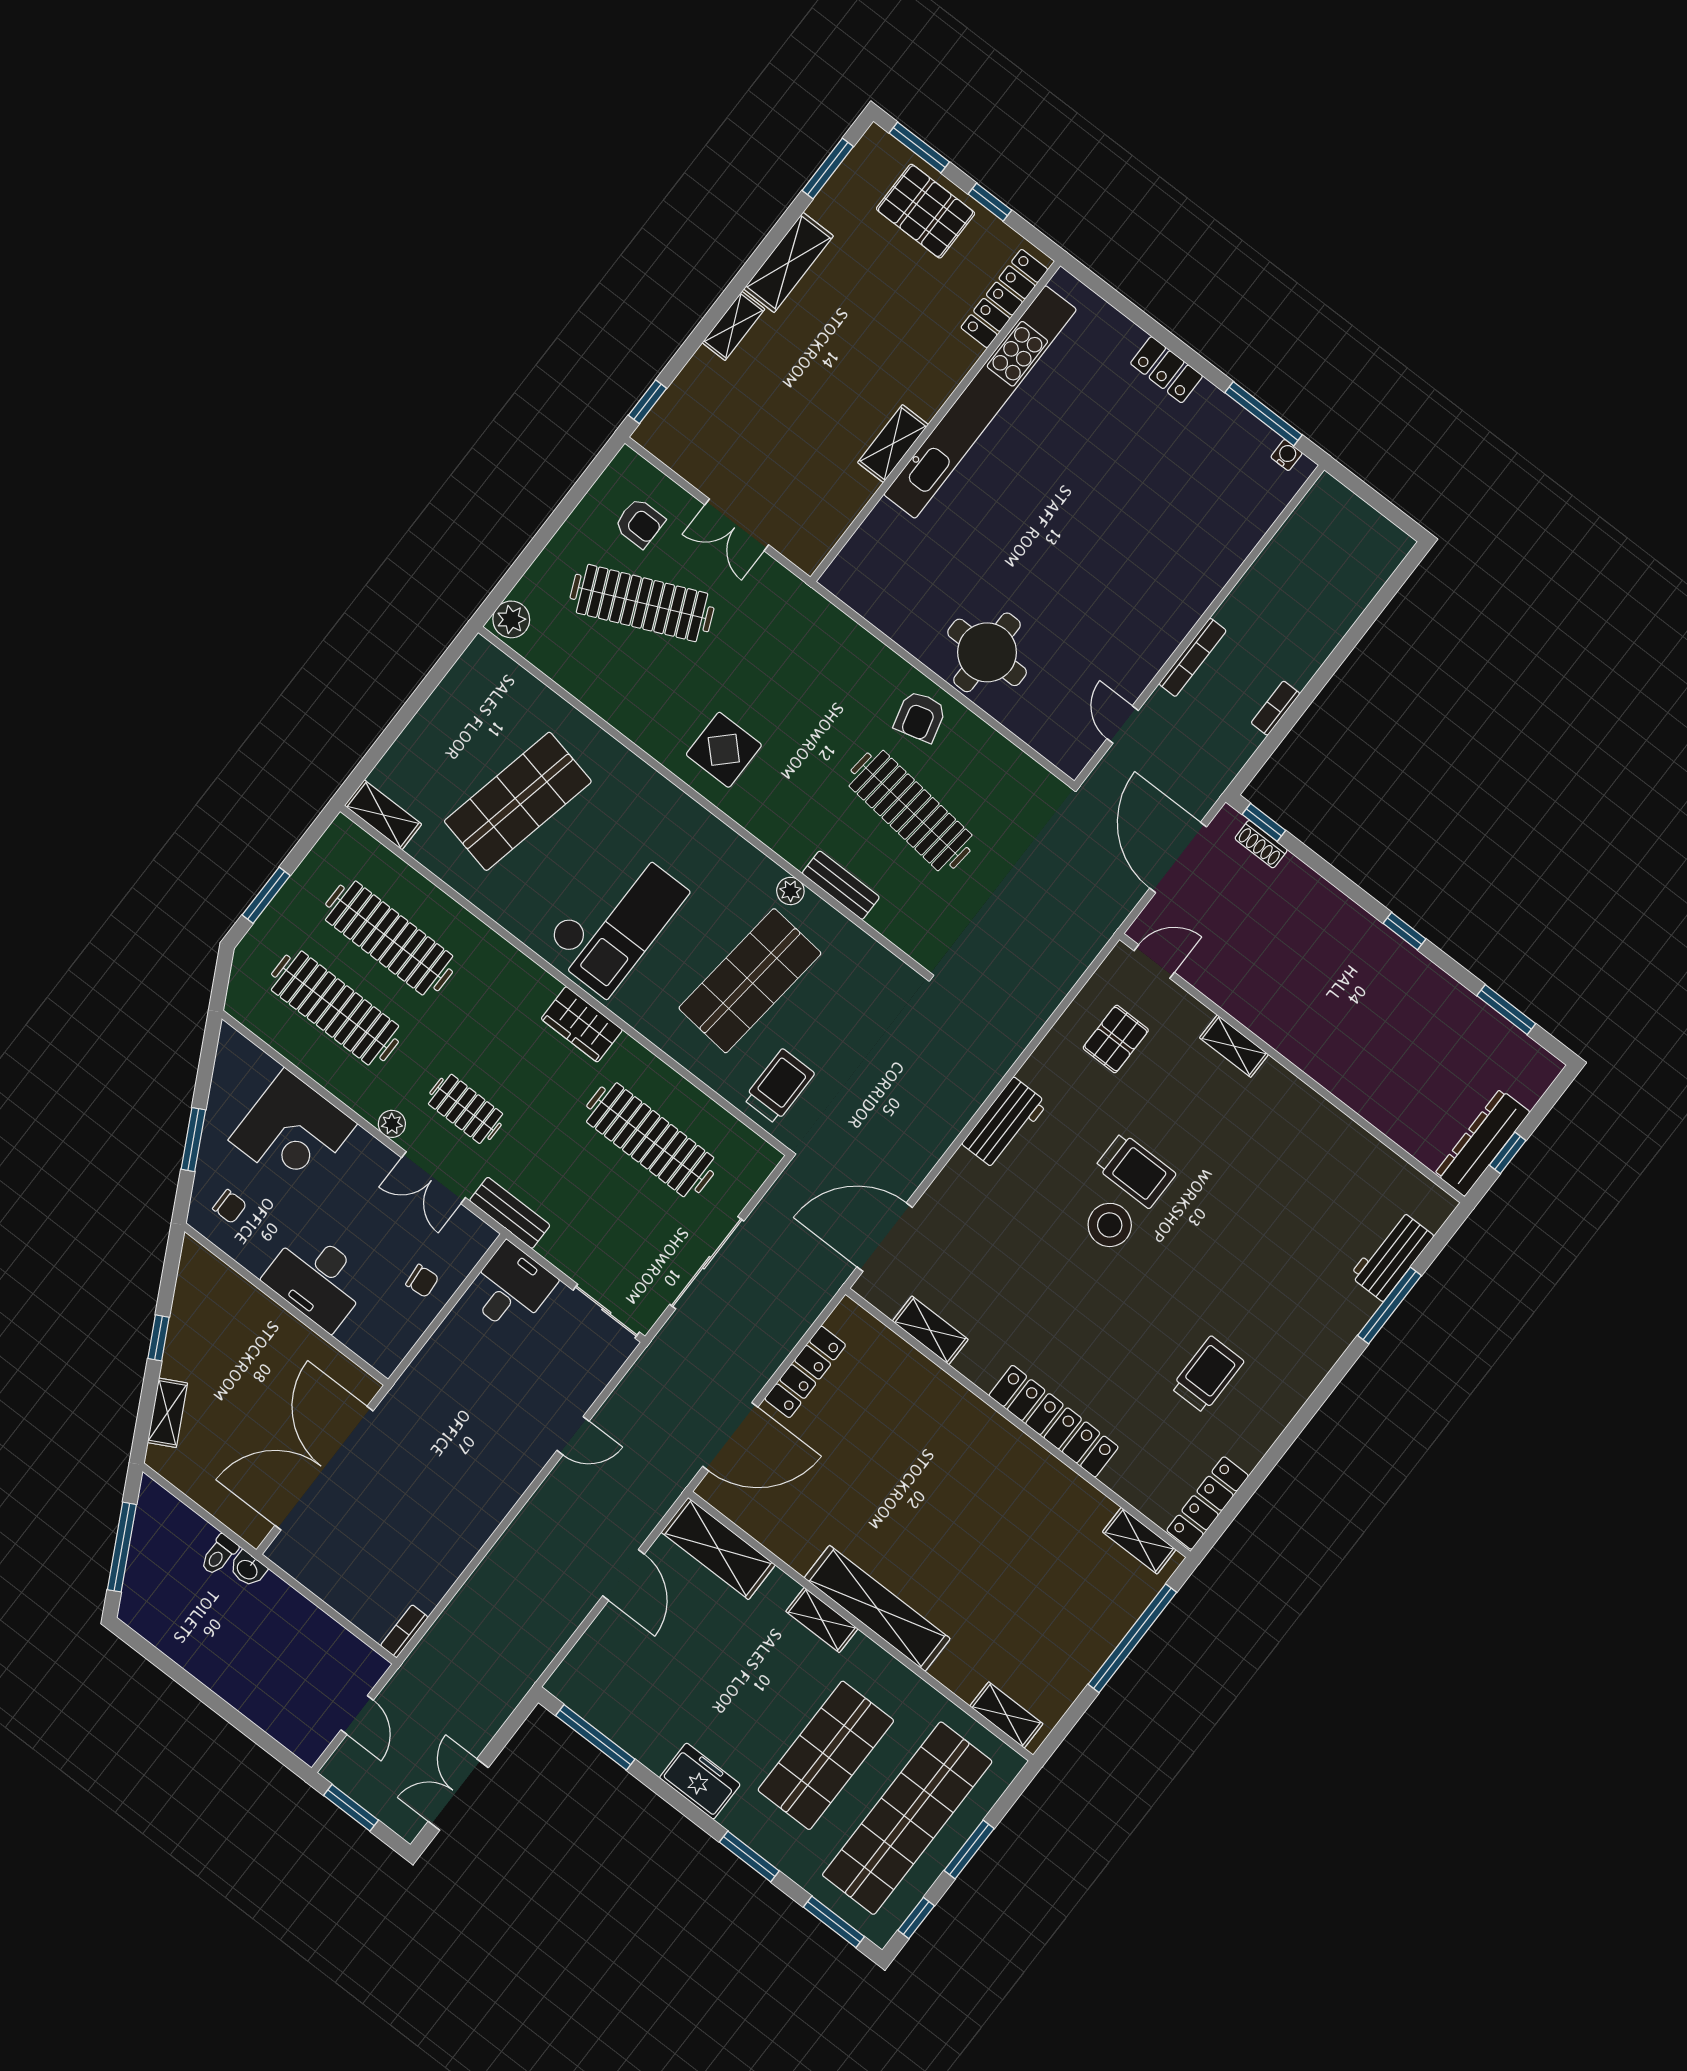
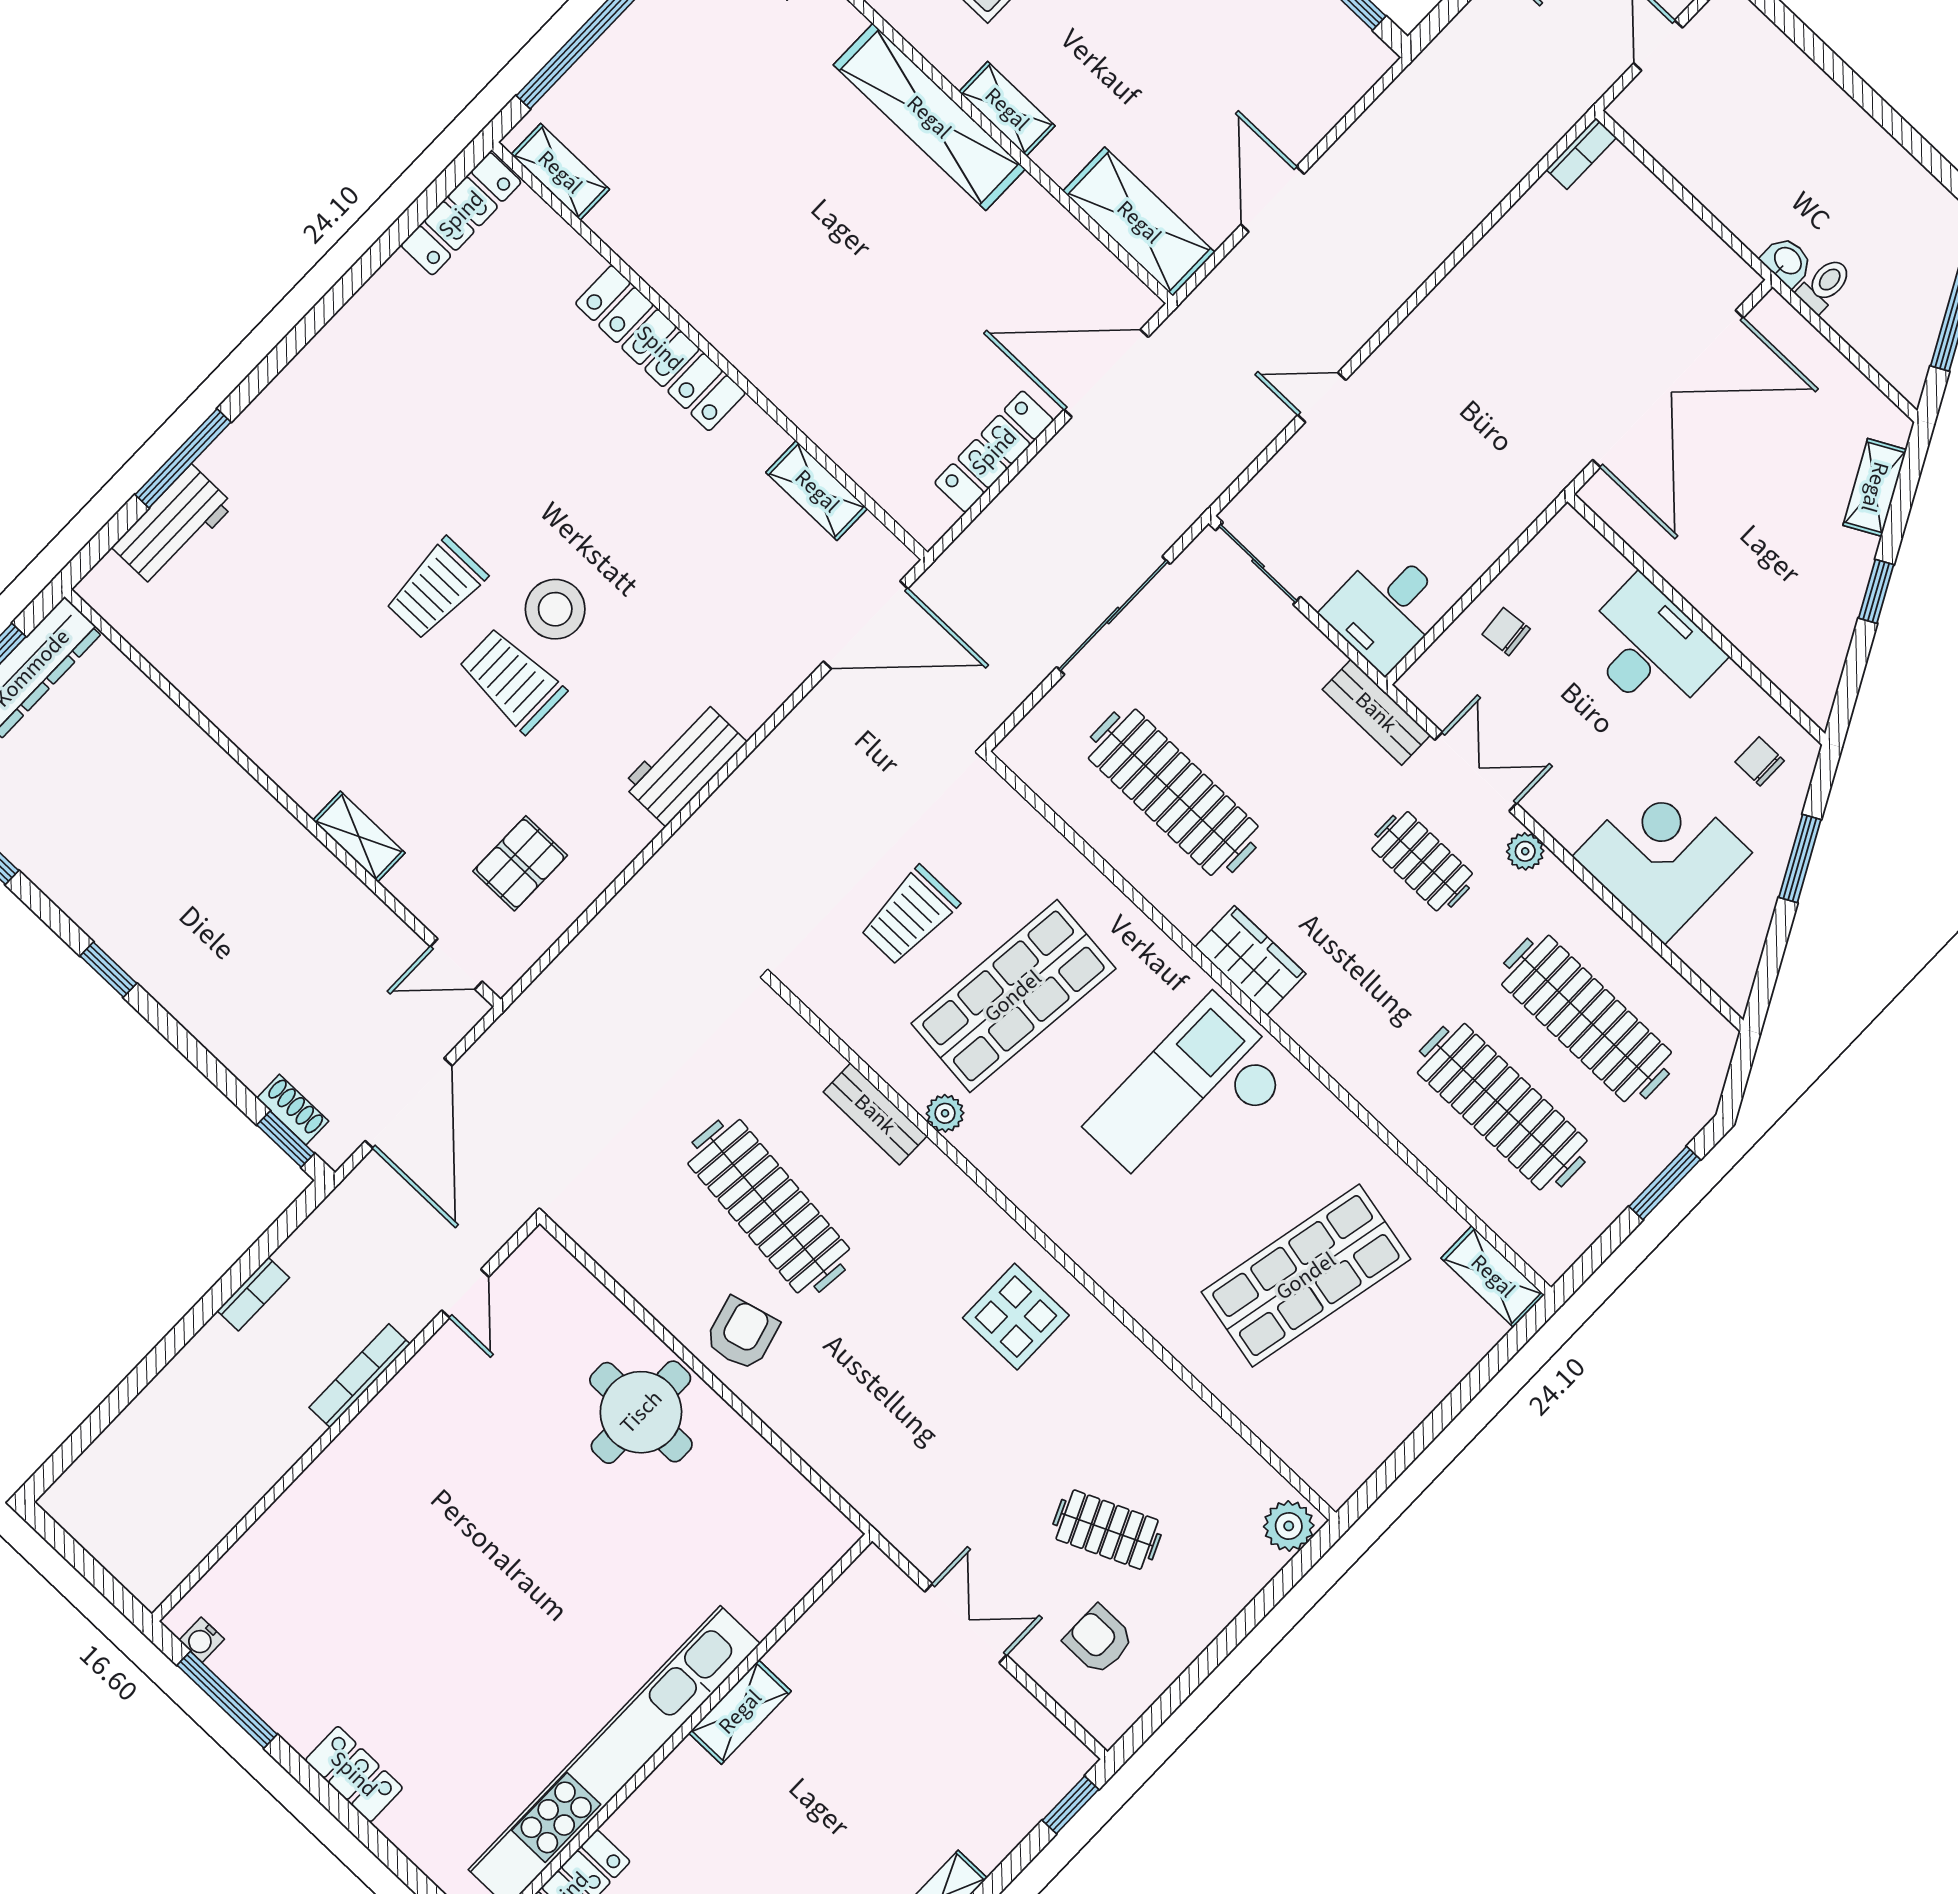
clothes rail: (642, 603) -> (1107, 1530), width x0.54, depth x0.76
trolley: (779, 1086) -> (910, 916), moved
trolley: (1207, 1374) -> (436, 589), moved

